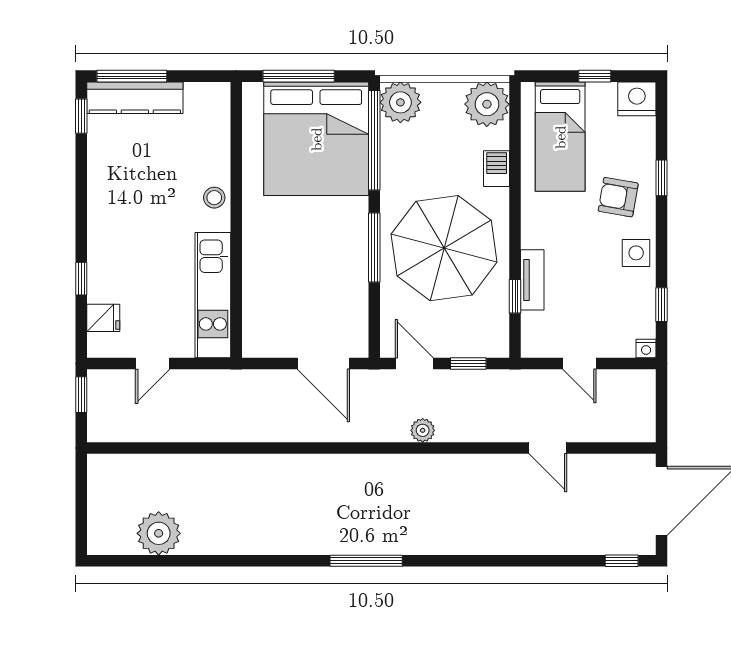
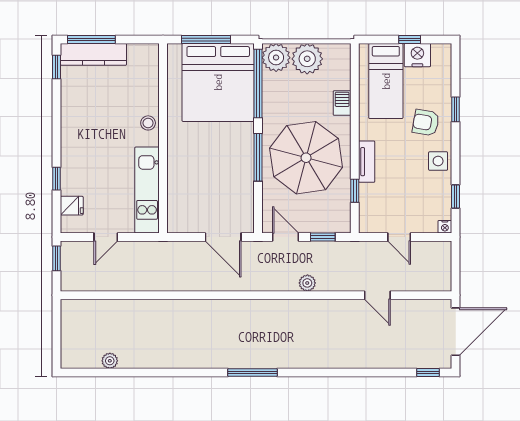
nightstand: (637, 99) -> (417, 55), moved
plant: (487, 104) -> (307, 59), moved
tv unit: (532, 280) -> (367, 162), moved
plant: (423, 430) -> (307, 283), moved
plant: (159, 533) -> (110, 361), width x0.53, depth x0.53

